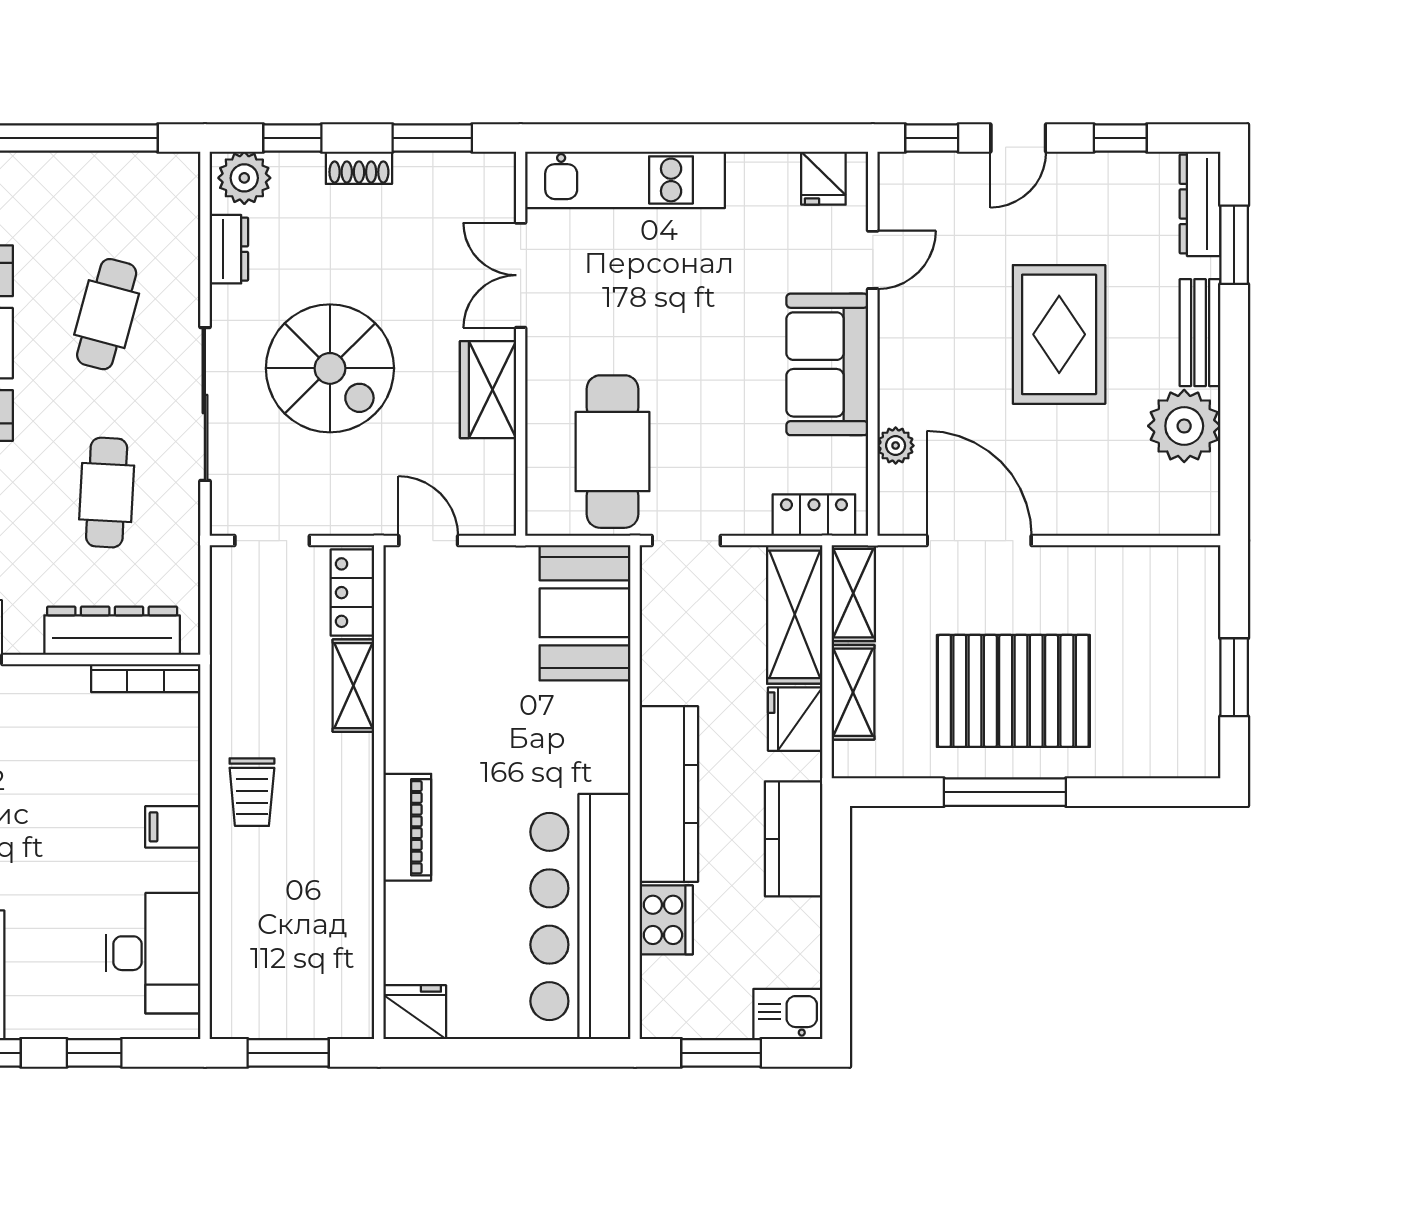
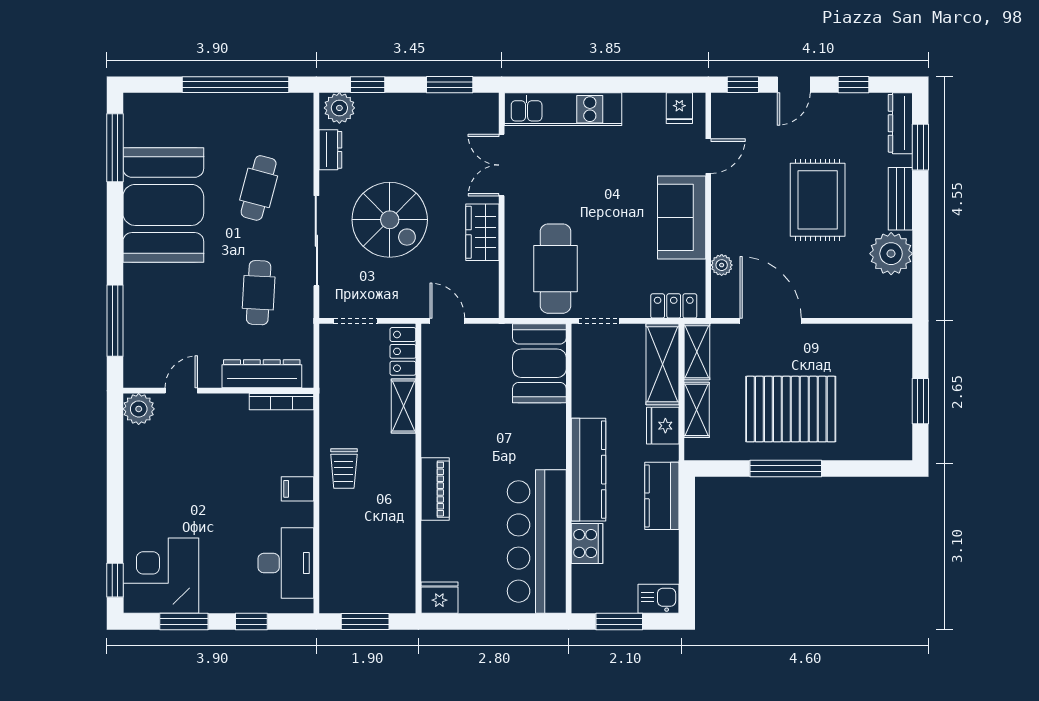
shoe rack: (359, 168) -> (407, 102), removed

